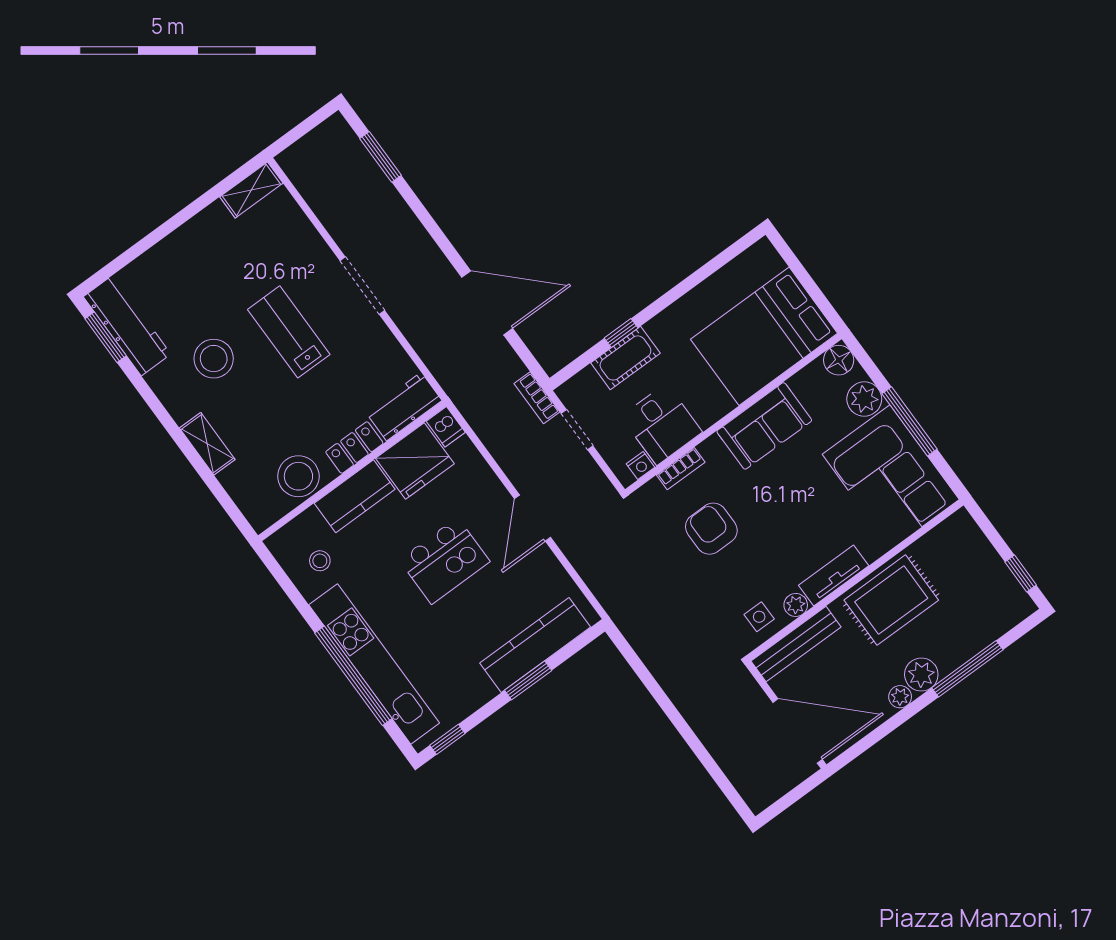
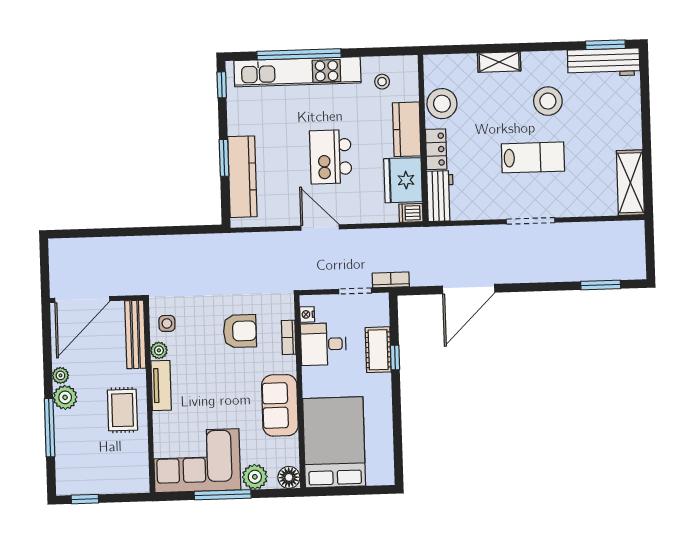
shelving: (251, 190) -> (630, 183), width x1.50, depth x1.33
rug: (891, 600) -> (122, 410), width x0.73, depth x0.70

